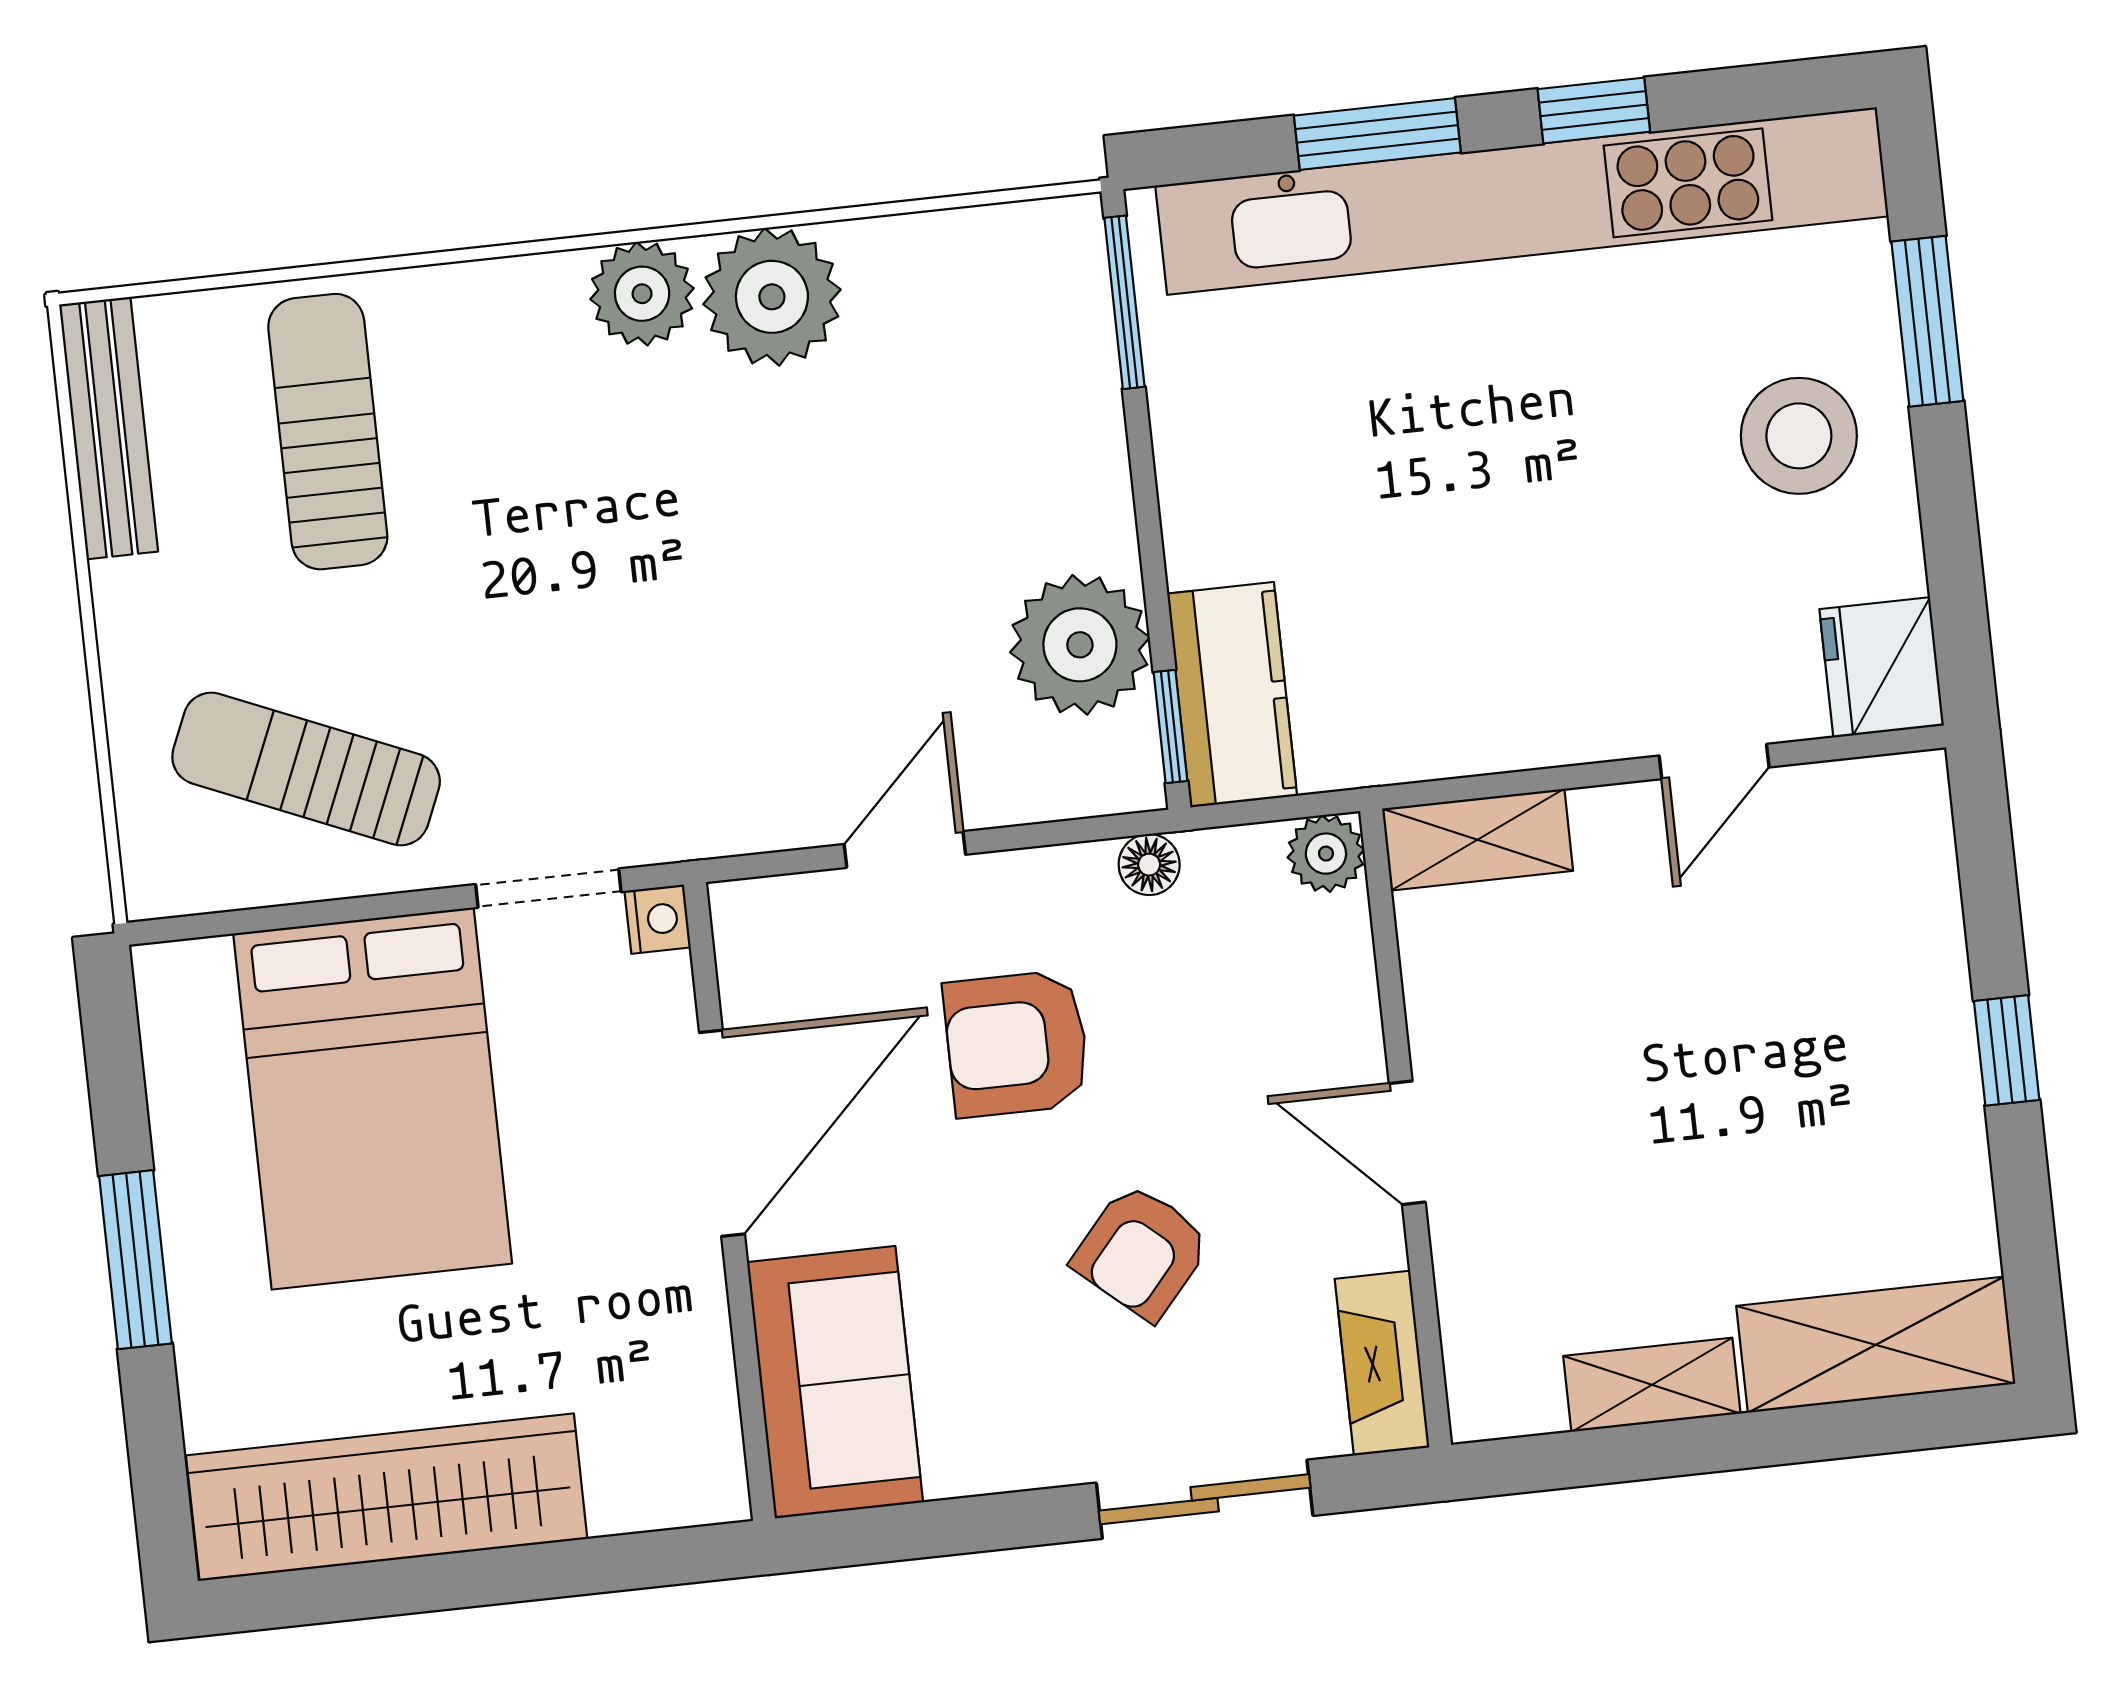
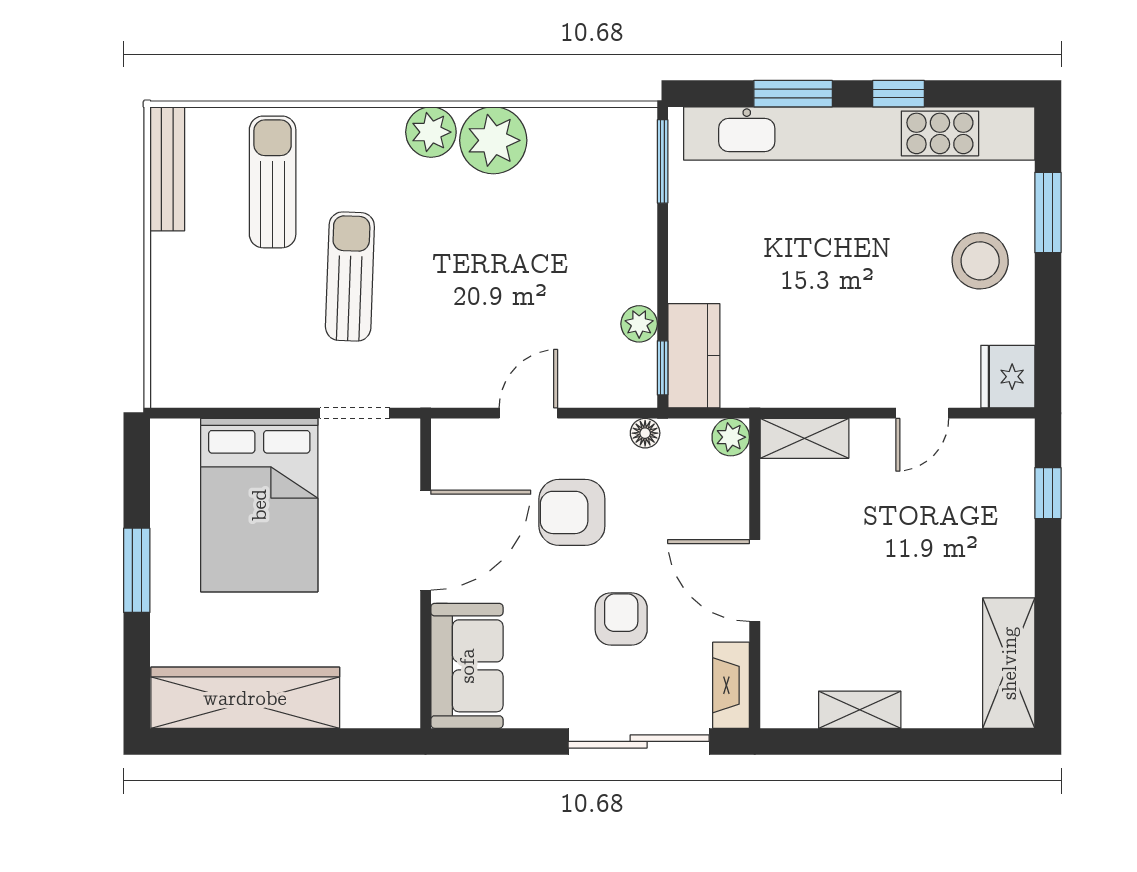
plant: (1080, 645) -> (639, 324), width x0.53, depth x0.53
sun lounger: (306, 769) -> (350, 277), moved, turned 69
nightstand: (658, 919) -> (406, 434), removed
window: (2007, 1050) -> (1048, 493), moved
door: (1407, 1143) -> (755, 581), width x1.38
armchair: (1141, 1252) -> (621, 619), turned 139
shelving: (1876, 1345) -> (1009, 663), moved, turned 90
sliding door: (1205, 1499) -> (639, 741), width x1.37

